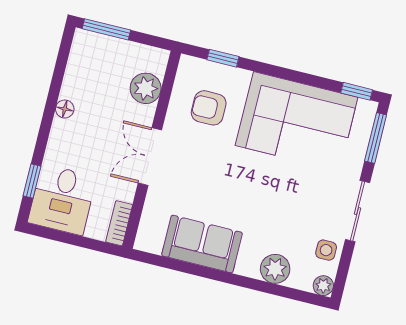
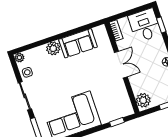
plant: (146, 88) -> (143, 100), moved
armchair: (209, 108) -> (110, 99), removed
plant: (275, 269) -> (53, 48), moved

